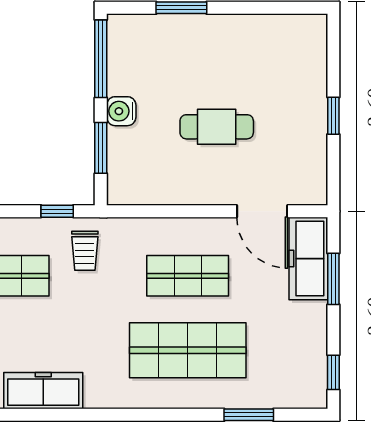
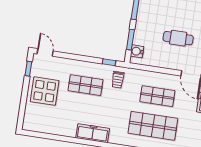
water cooler: (121, 111) -> (137, 51), moved

